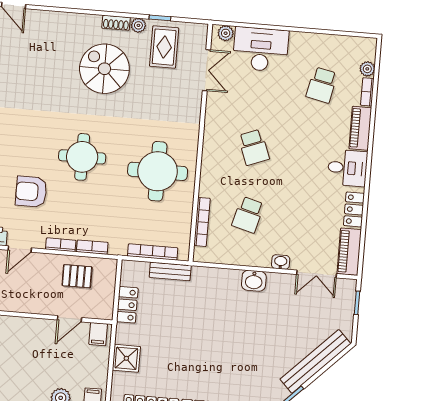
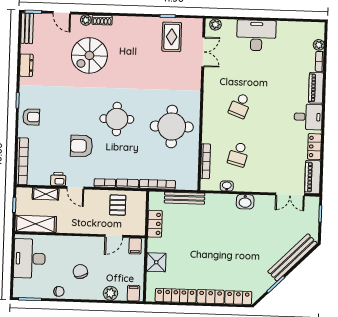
shoe rack: (116, 23) -> (102, 20), moved
plant: (138, 25) -> (86, 20), moved
desk: (261, 49) -> (256, 35), moved
spiral stairs: (104, 69) -> (89, 55), moved, turned -90
school desk: (322, 85) -> (287, 58), removed
school desk: (254, 147) -> (240, 106), turned 42
door: (20, 249) -> (75, 188), hinge flipped
bookcase: (153, 252) -> (157, 184), moved
washbasin: (281, 262) -> (227, 186), moved
bench: (170, 271) -> (185, 198), width x1.36
pallet: (77, 276) -> (118, 205), turned 90
chair: (20, 366) -> (80, 272), added

